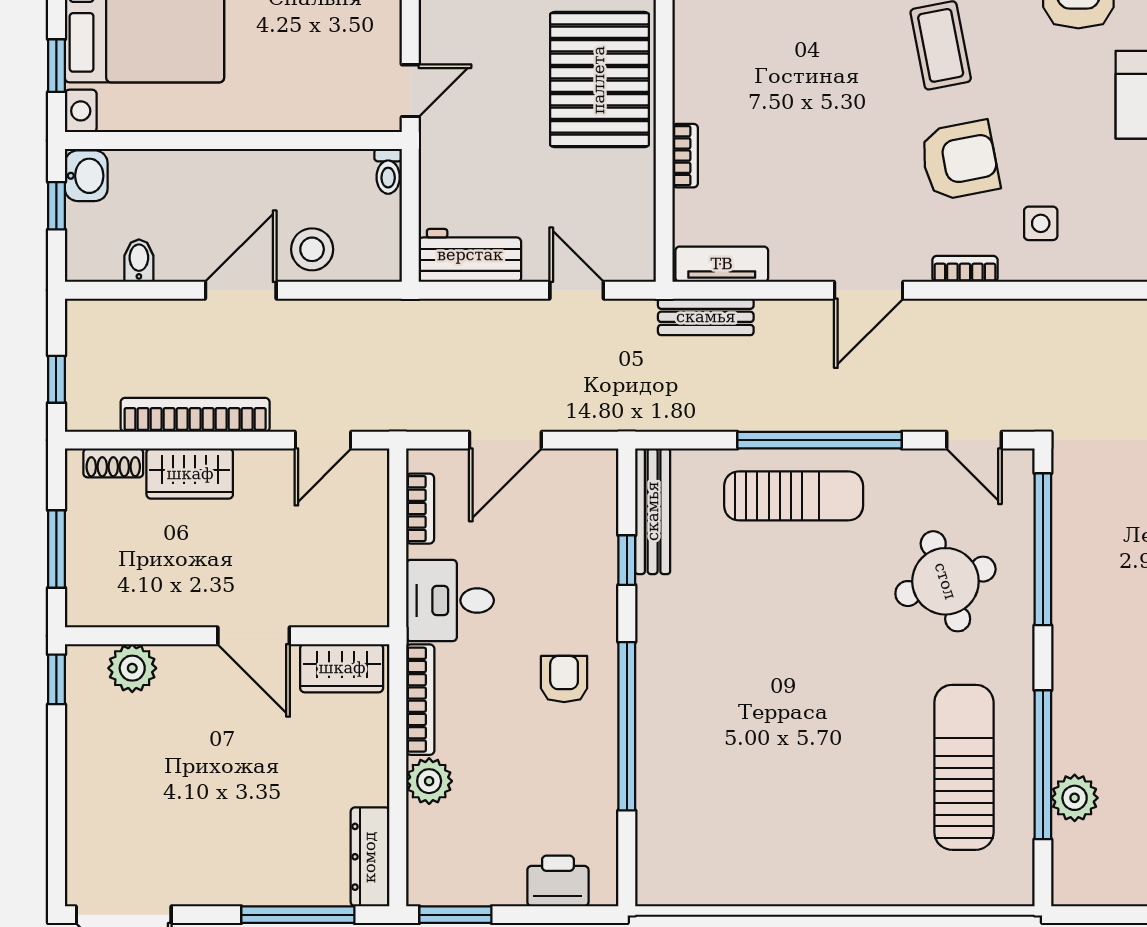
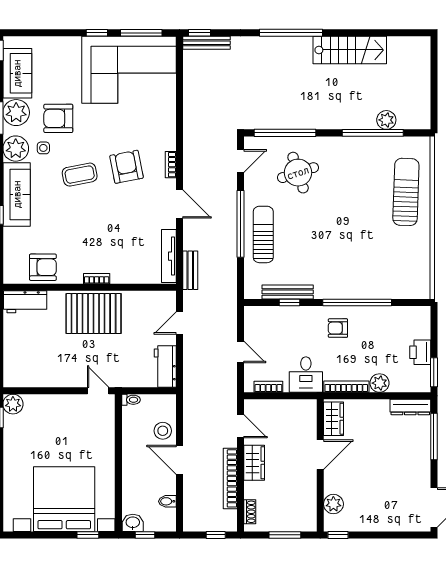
bookcase: (685, 156) -> (97, 279), moved
side table: (1041, 223) -> (152, 134), removed
tv unit: (722, 264) -> (169, 256), width x1.41
door: (505, 440) -> (241, 352), width x0.73
wardrobe: (190, 474) -> (254, 463), moved
bench: (653, 511) -> (288, 292), moved
sun lounger: (964, 767) -> (406, 192), moved, turned 92
printer: (558, 881) -> (420, 352), moved

